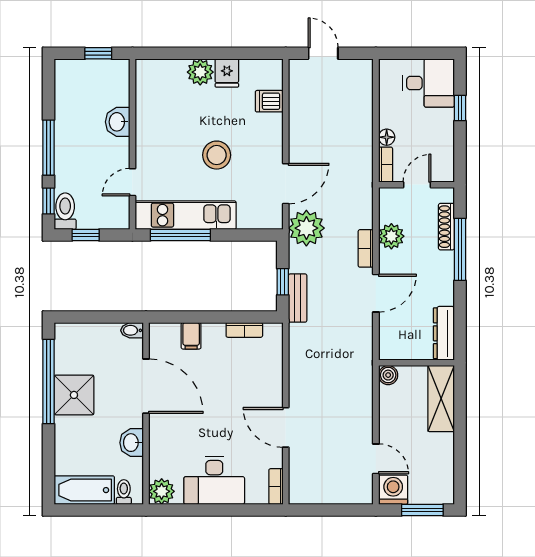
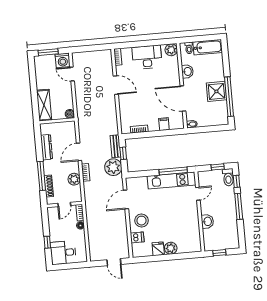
stool: (217, 155) -> (141, 221), moved
plant: (306, 228) -> (113, 167), moved
dresser: (444, 333) -> (46, 147), moved

